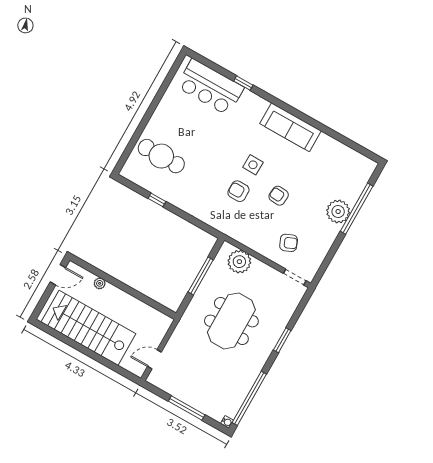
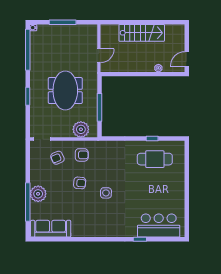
sofa: (291, 127) -> (51, 229), moved
cafe table: (161, 156) -> (155, 159), moved
armchair: (238, 191) -> (82, 155), moved
stairs: (88, 328) -> (142, 33), width x0.73, depth x0.66
door: (154, 359) -> (99, 56), moved

